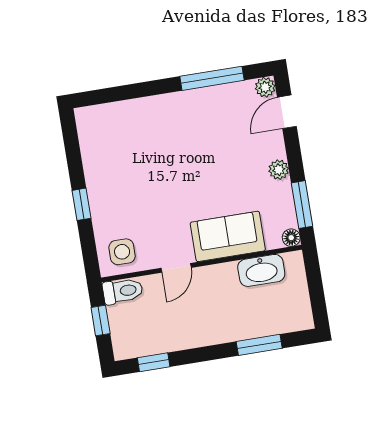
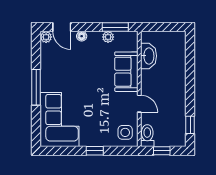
window: (212, 78) -> (36, 87), moved
corner sofa: (126, 134) -> (60, 120), added
plant: (279, 170) -> (108, 37), moved
floor lamp: (291, 238) -> (82, 36), moved
window: (259, 345) -> (190, 64), removed

